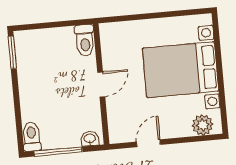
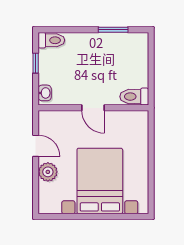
window: (12, 52) -> (113, 30), moved
plant: (203, 125) -> (48, 172), moved
window: (58, 151) -> (36, 63), width x0.46

